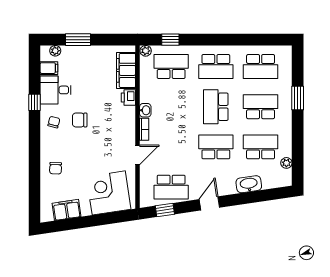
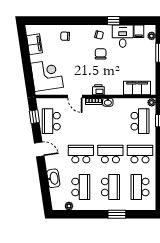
school desk: (216, 66) -> (140, 154), turned 90
printer: (128, 98) -> (98, 90), moved
school desk: (216, 147) -> (81, 154), turned -90

